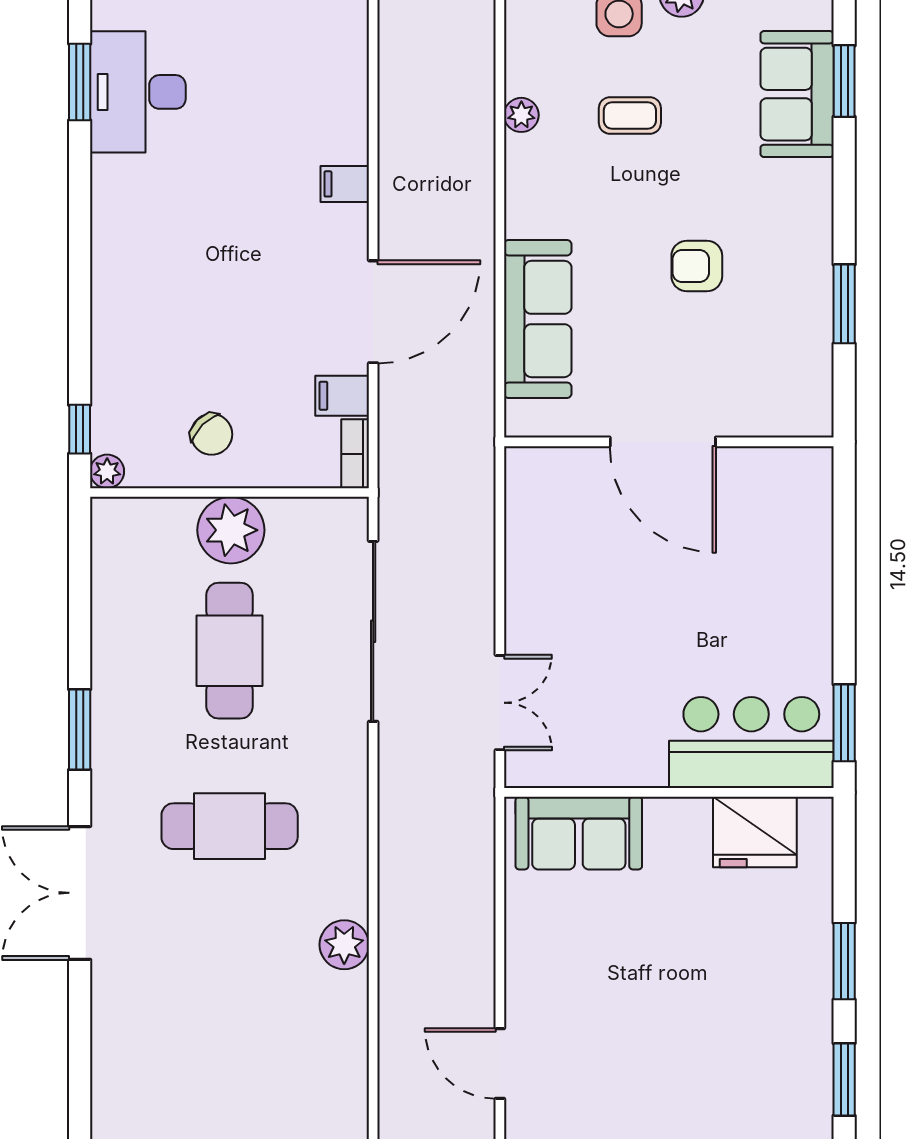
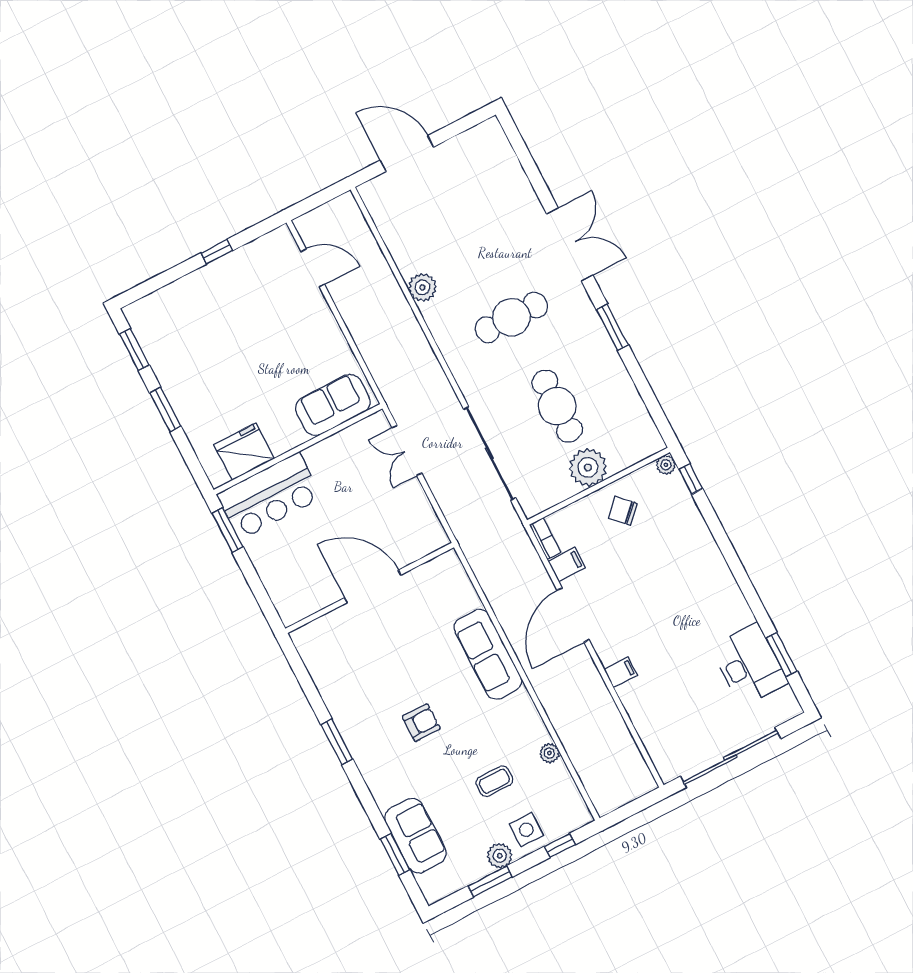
door: (663, 442) -> (373, 586), moved
wall: (669, 442) -> (370, 588), moved

